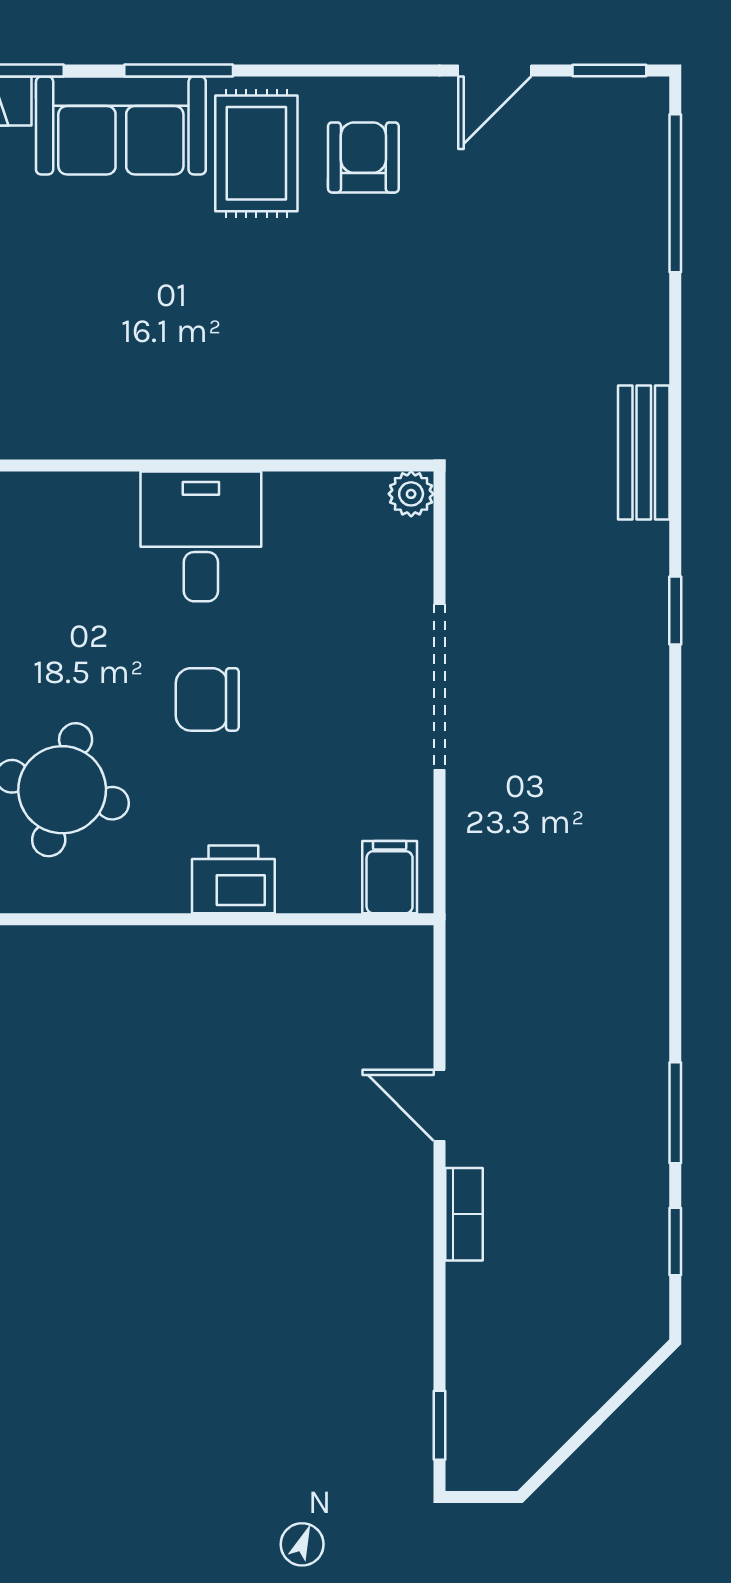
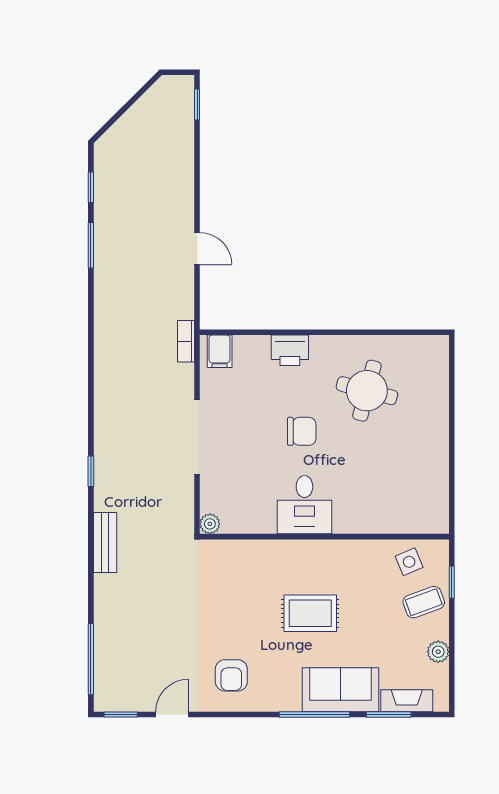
window: (179, 71) -> (314, 714), width x1.44
rug: (256, 153) -> (310, 613), moved, turned 90
bookcase: (464, 1214) -> (186, 341), moved

